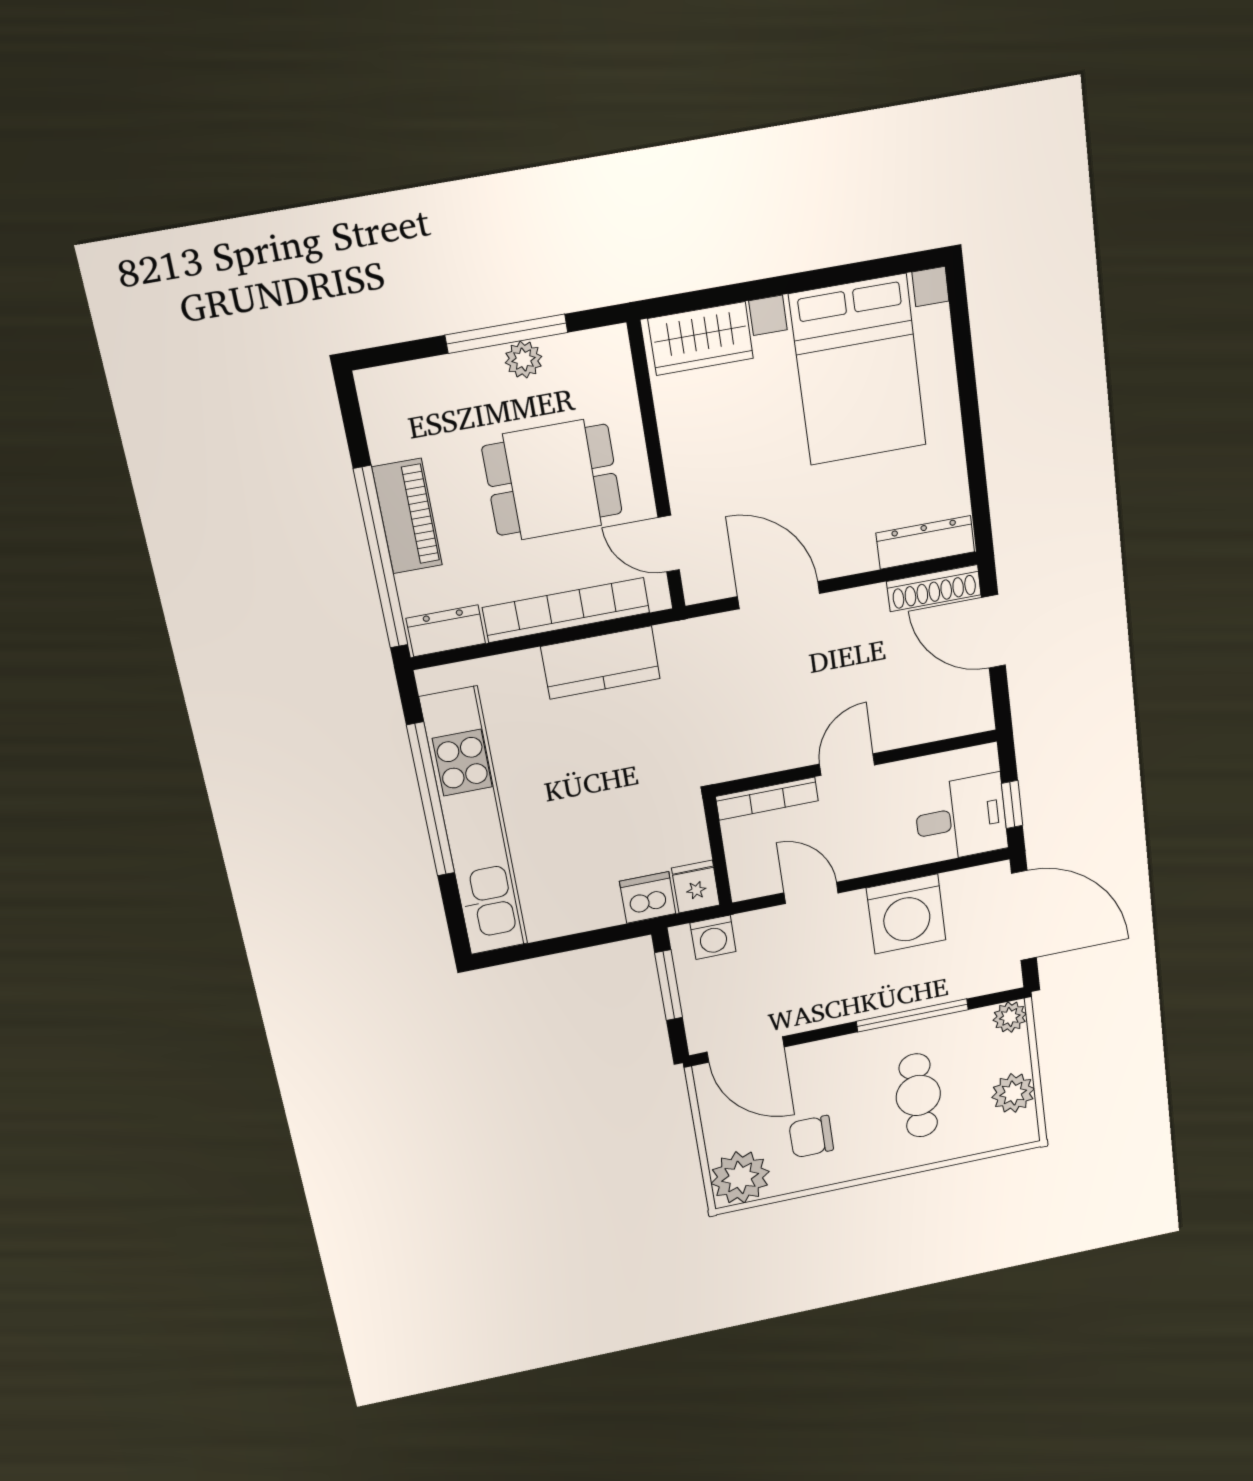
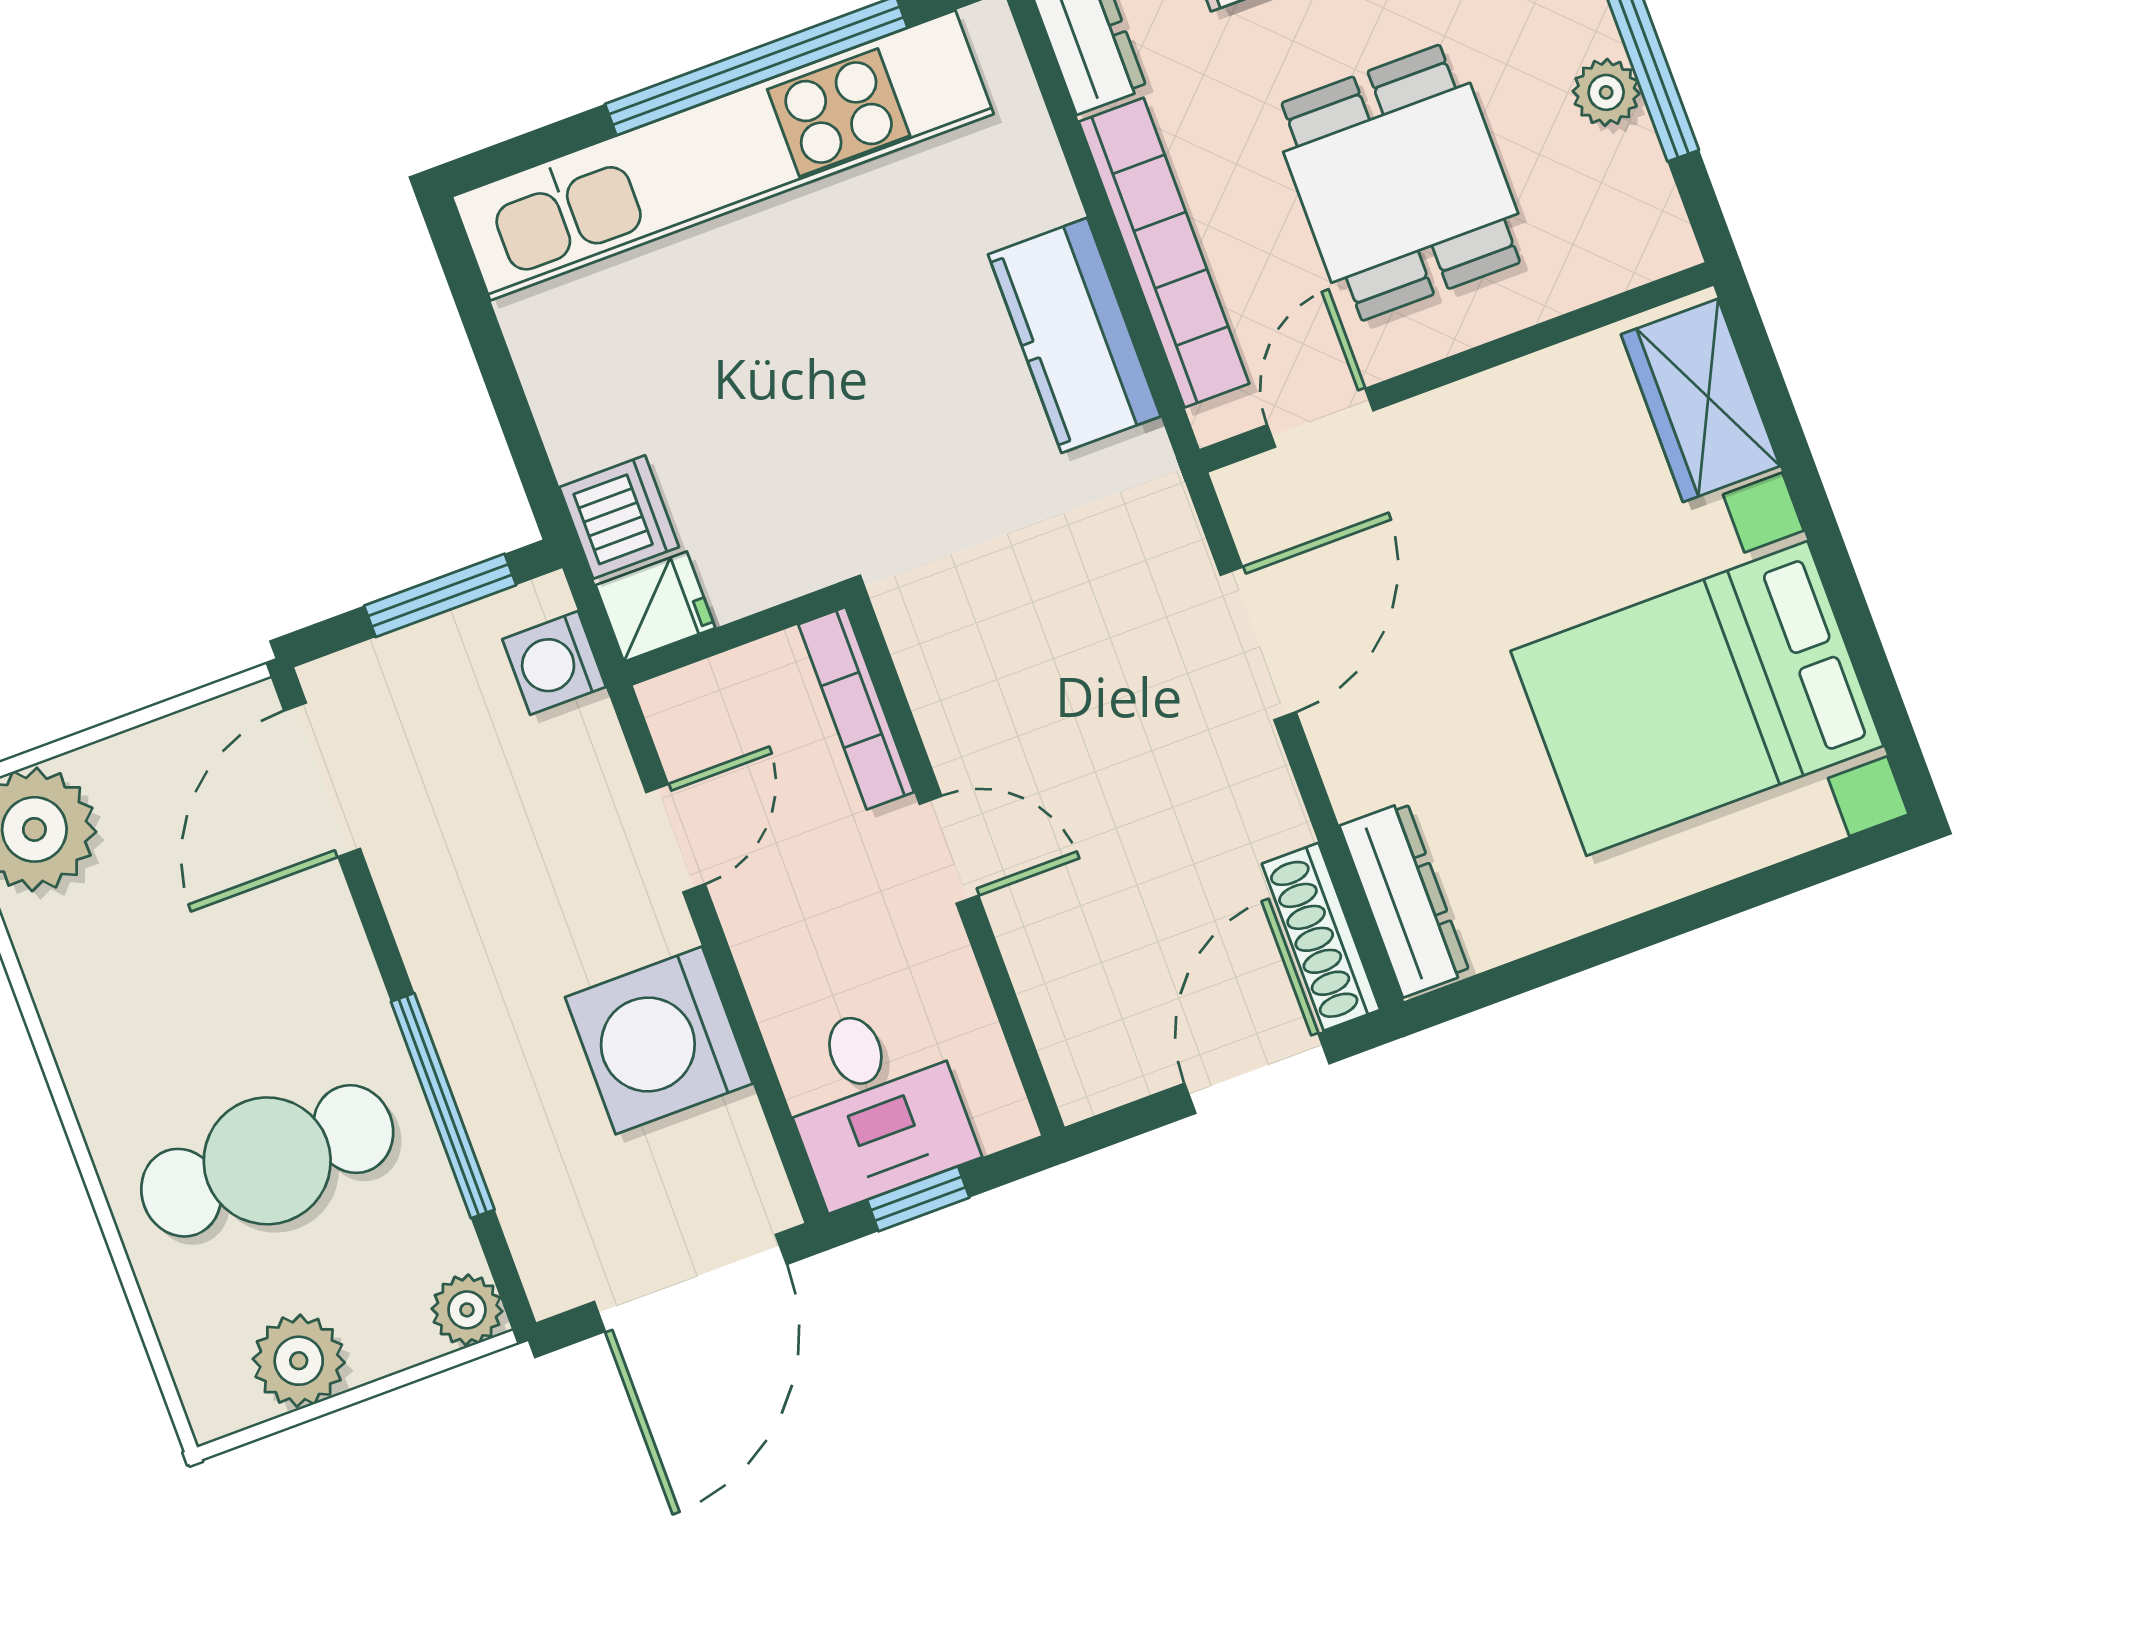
cafe table: (918, 1095) -> (267, 1161), width x1.37, depth x1.35
chair: (811, 1137) -> (146, 958), removed

